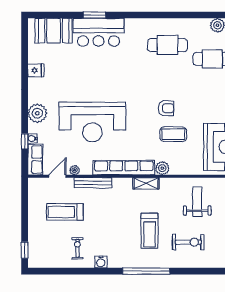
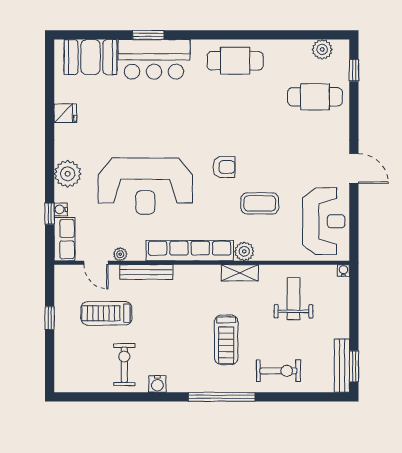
cafe table: (167, 45) -> (235, 61), moved
armchair: (166, 108) -> (224, 167), moved
door: (57, 176) -> (96, 263), swing flipped
shelving: (146, 183) -> (240, 273), moved
exercise bike: (188, 242) -> (278, 371), moved
exercise bike: (77, 248) -> (124, 365), width x1.38, depth x1.39
window: (25, 250) -> (50, 318), moved

